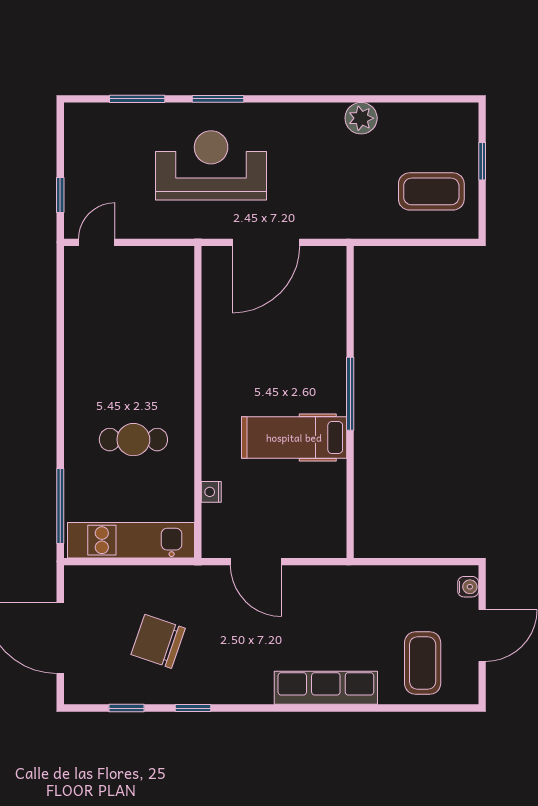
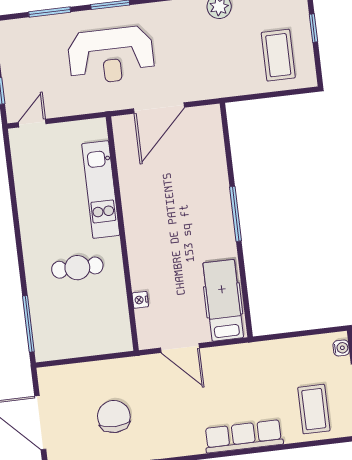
reception desk: (211, 165) -> (111, 55), turned 180
coffee table: (431, 191) -> (278, 55), turned 90
hospital bed: (294, 438) -> (223, 300), moved, turned 90
kitchen unit: (131, 540) -> (101, 190), moved, turned -90
chair: (158, 641) -> (114, 416), turned 71

